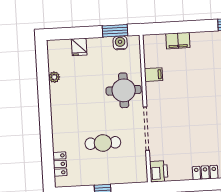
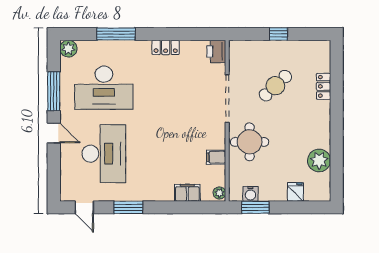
plant: (149, 42) -> (219, 193), added
plant: (54, 77) -> (319, 160), width x1.87, depth x1.87
cafe table: (103, 143) -> (275, 86), turned -43
locker: (60, 164) -> (324, 86), moved

